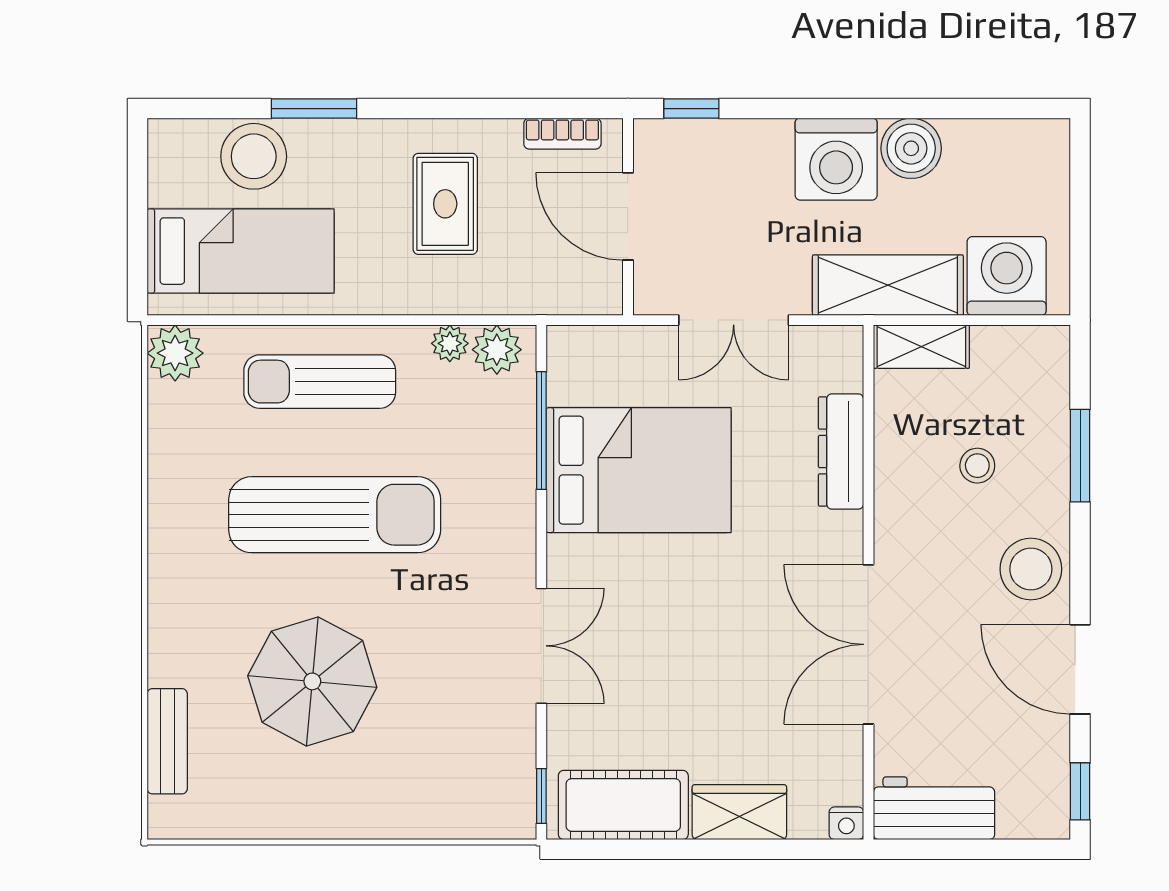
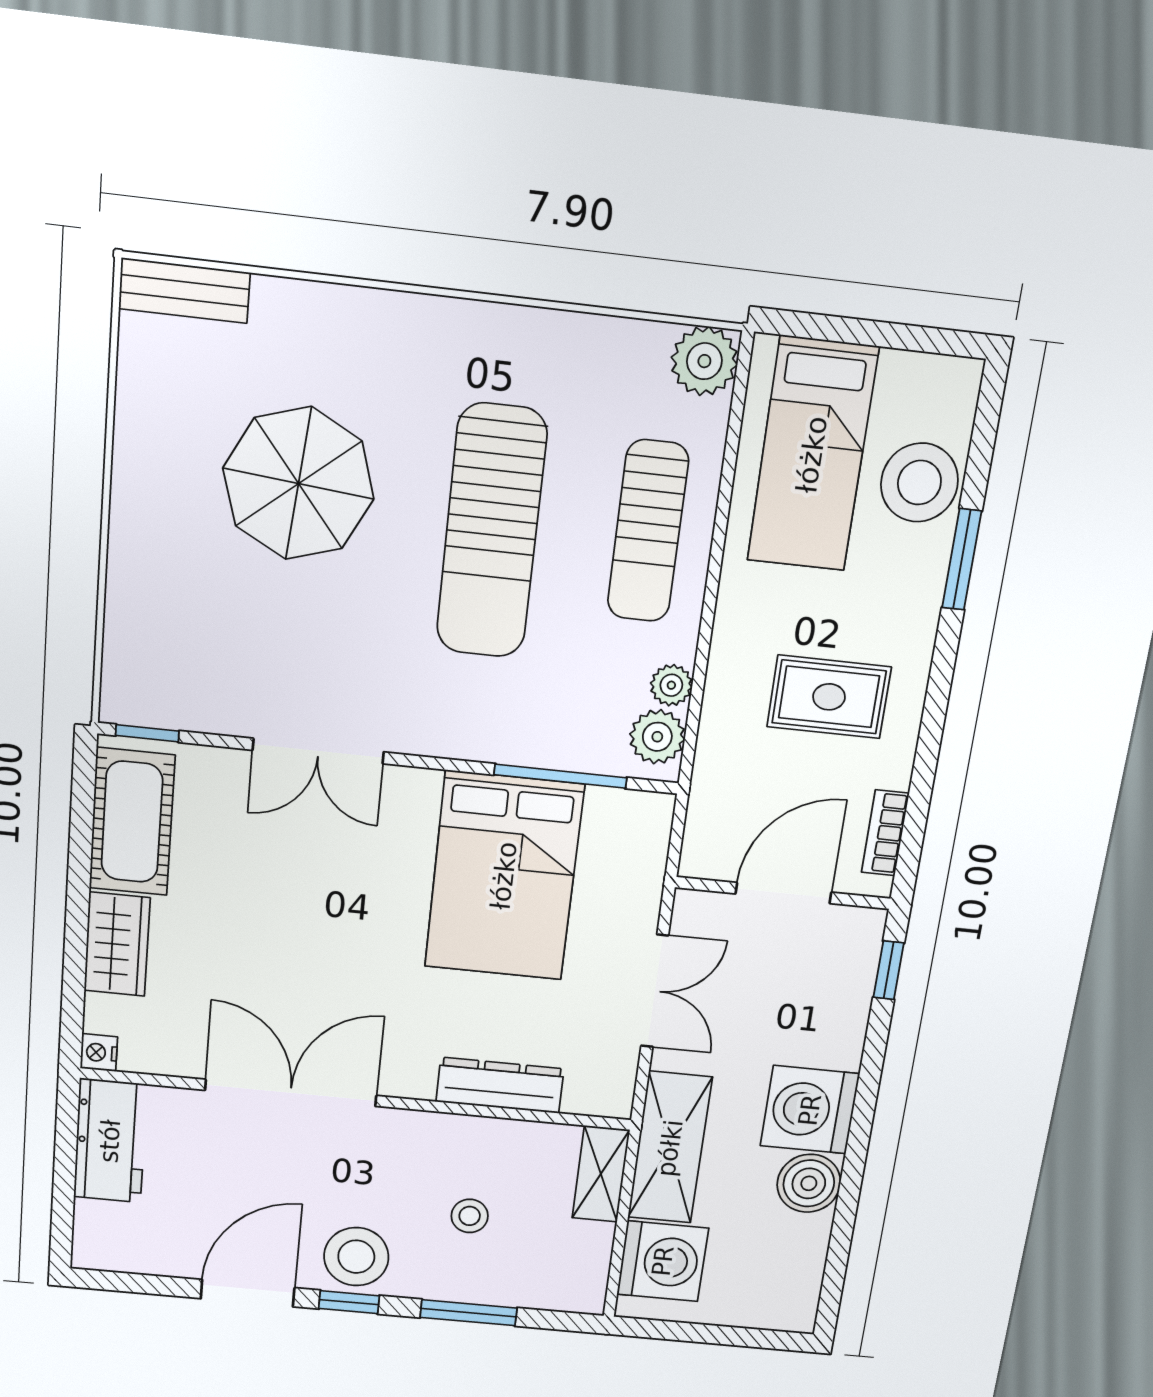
double door: (734, 320) -> (655, 991), swing flipped
sun lounger: (320, 382) -> (648, 531), turned 180
bench: (167, 741) -> (184, 291), moved
window: (1080, 791) -> (349, 1302), moved

